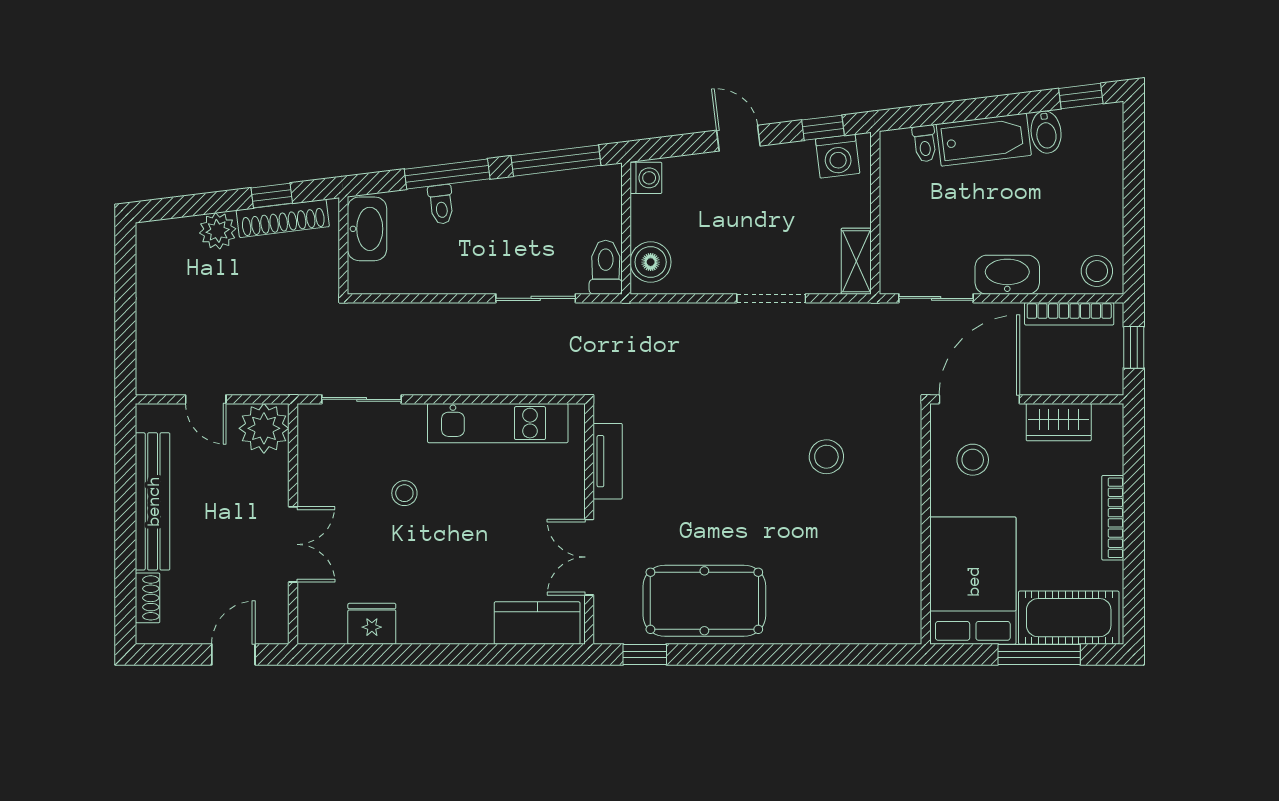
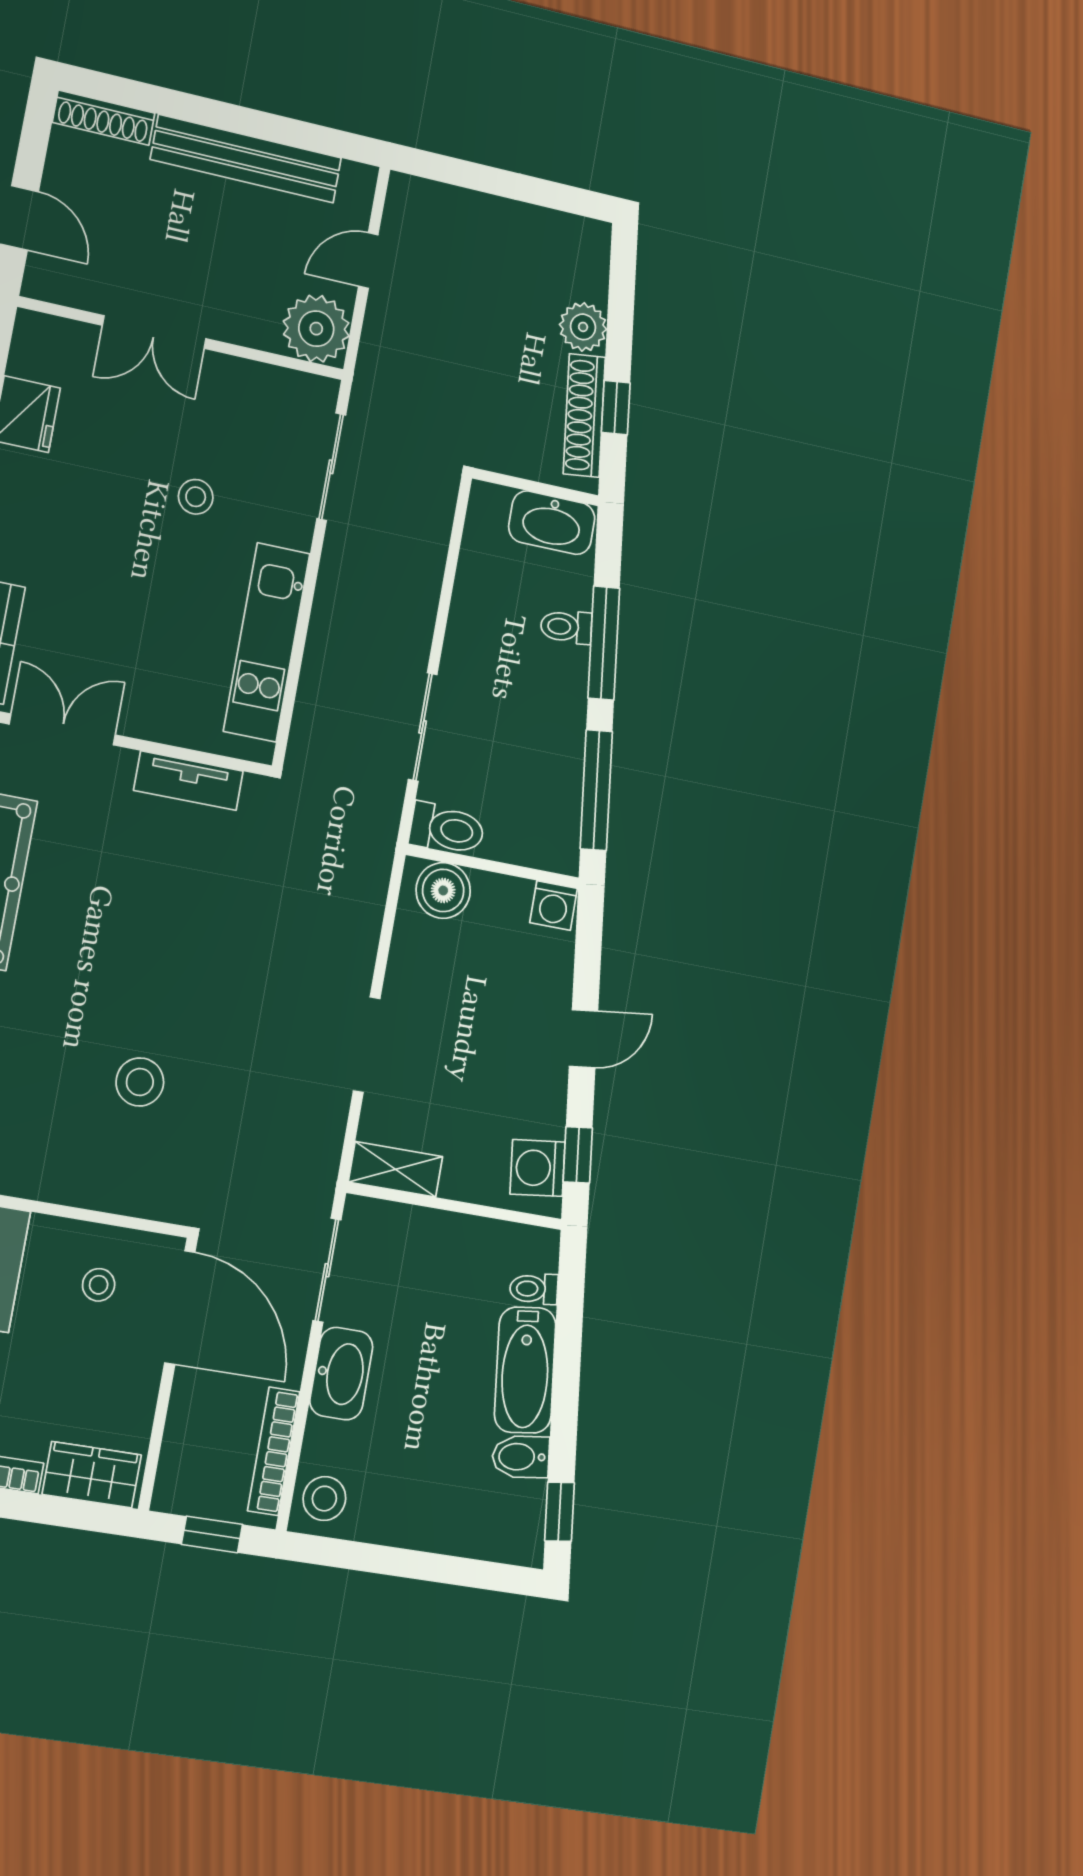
wardrobe: (1059, 422) -> (92, 1475), moved, turned 90
stool: (973, 460) -> (99, 1285), width x0.73, depth x0.73
shoe rack: (148, 598) -> (104, 118), width x1.43

